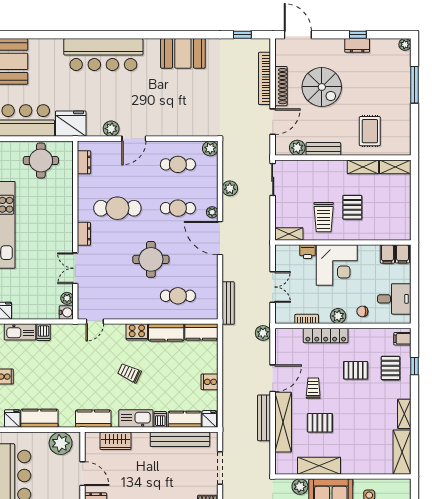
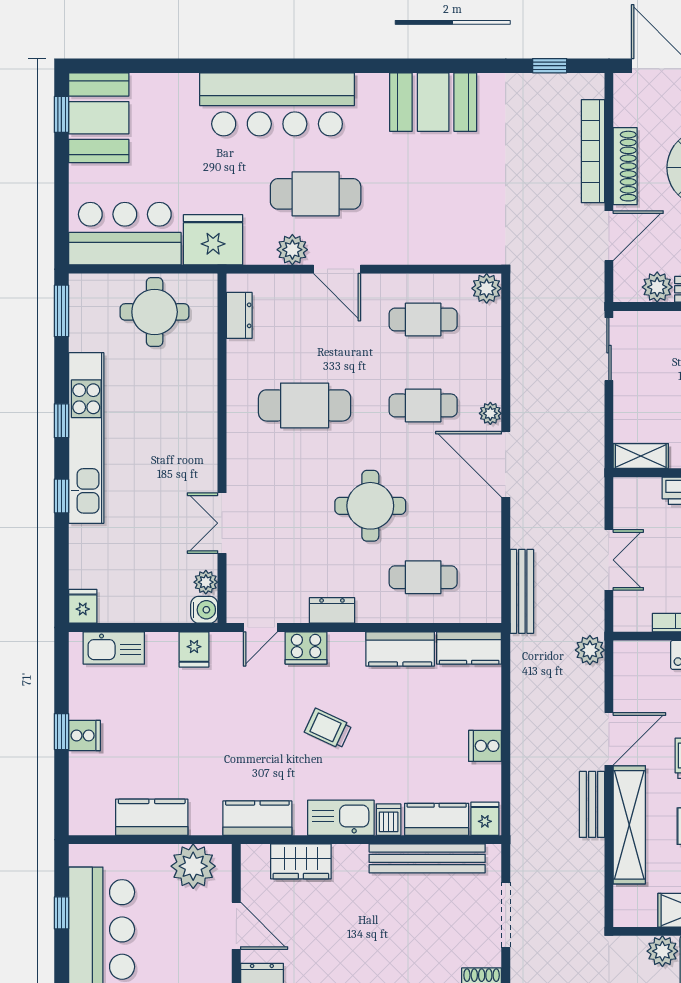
cafe table: (123, 100) -> (316, 194), added
door: (134, 139) -> (337, 269), hinge flipped
plant: (230, 188) -> (525, 367), removed
dresser: (84, 234) -> (332, 610), moved, turned -90
dishwasher: (43, 332) -> (160, 649), removed
cooker: (137, 332) -> (306, 648), moved
bench: (264, 418) -> (592, 804), width x0.73
fridge: (12, 419) -> (194, 649), moved, turned 180

